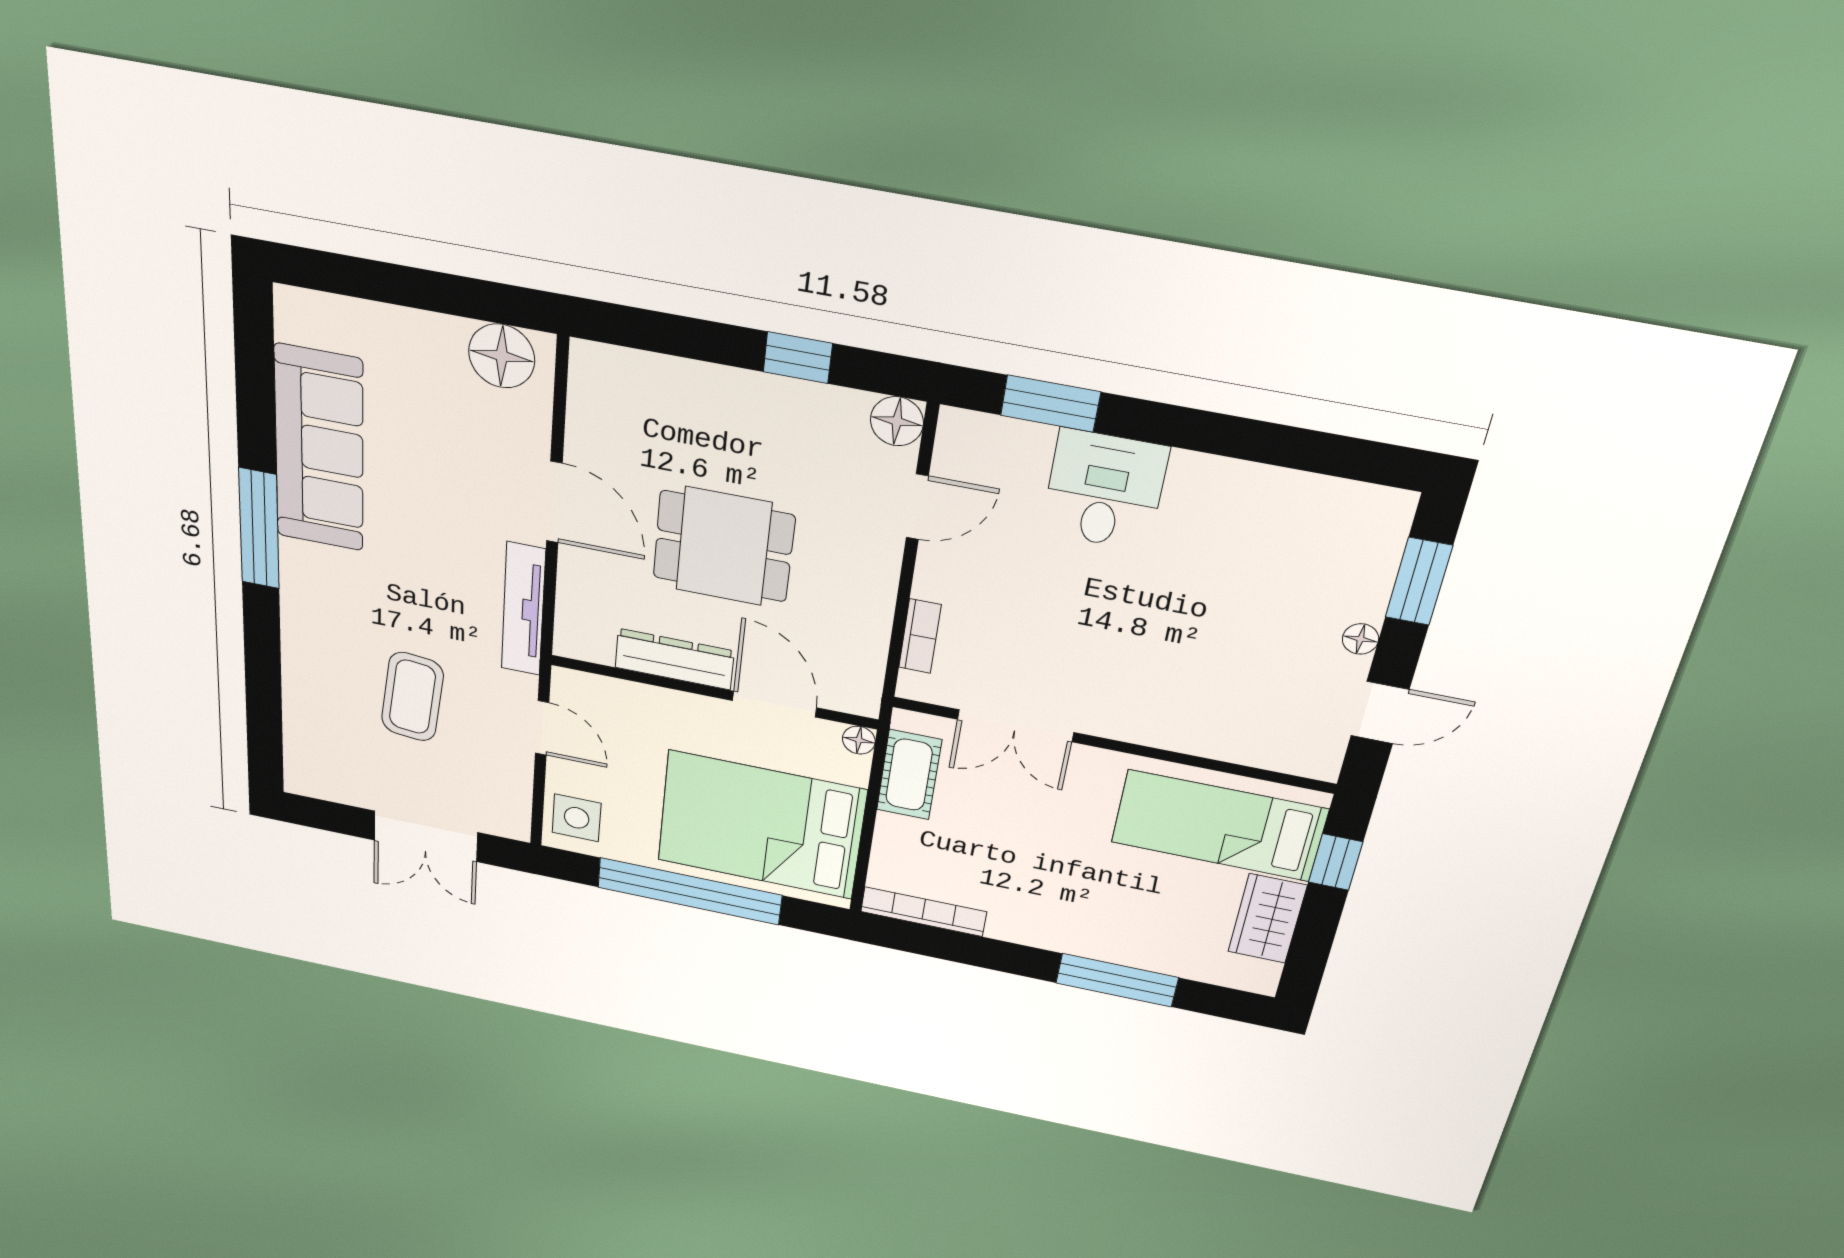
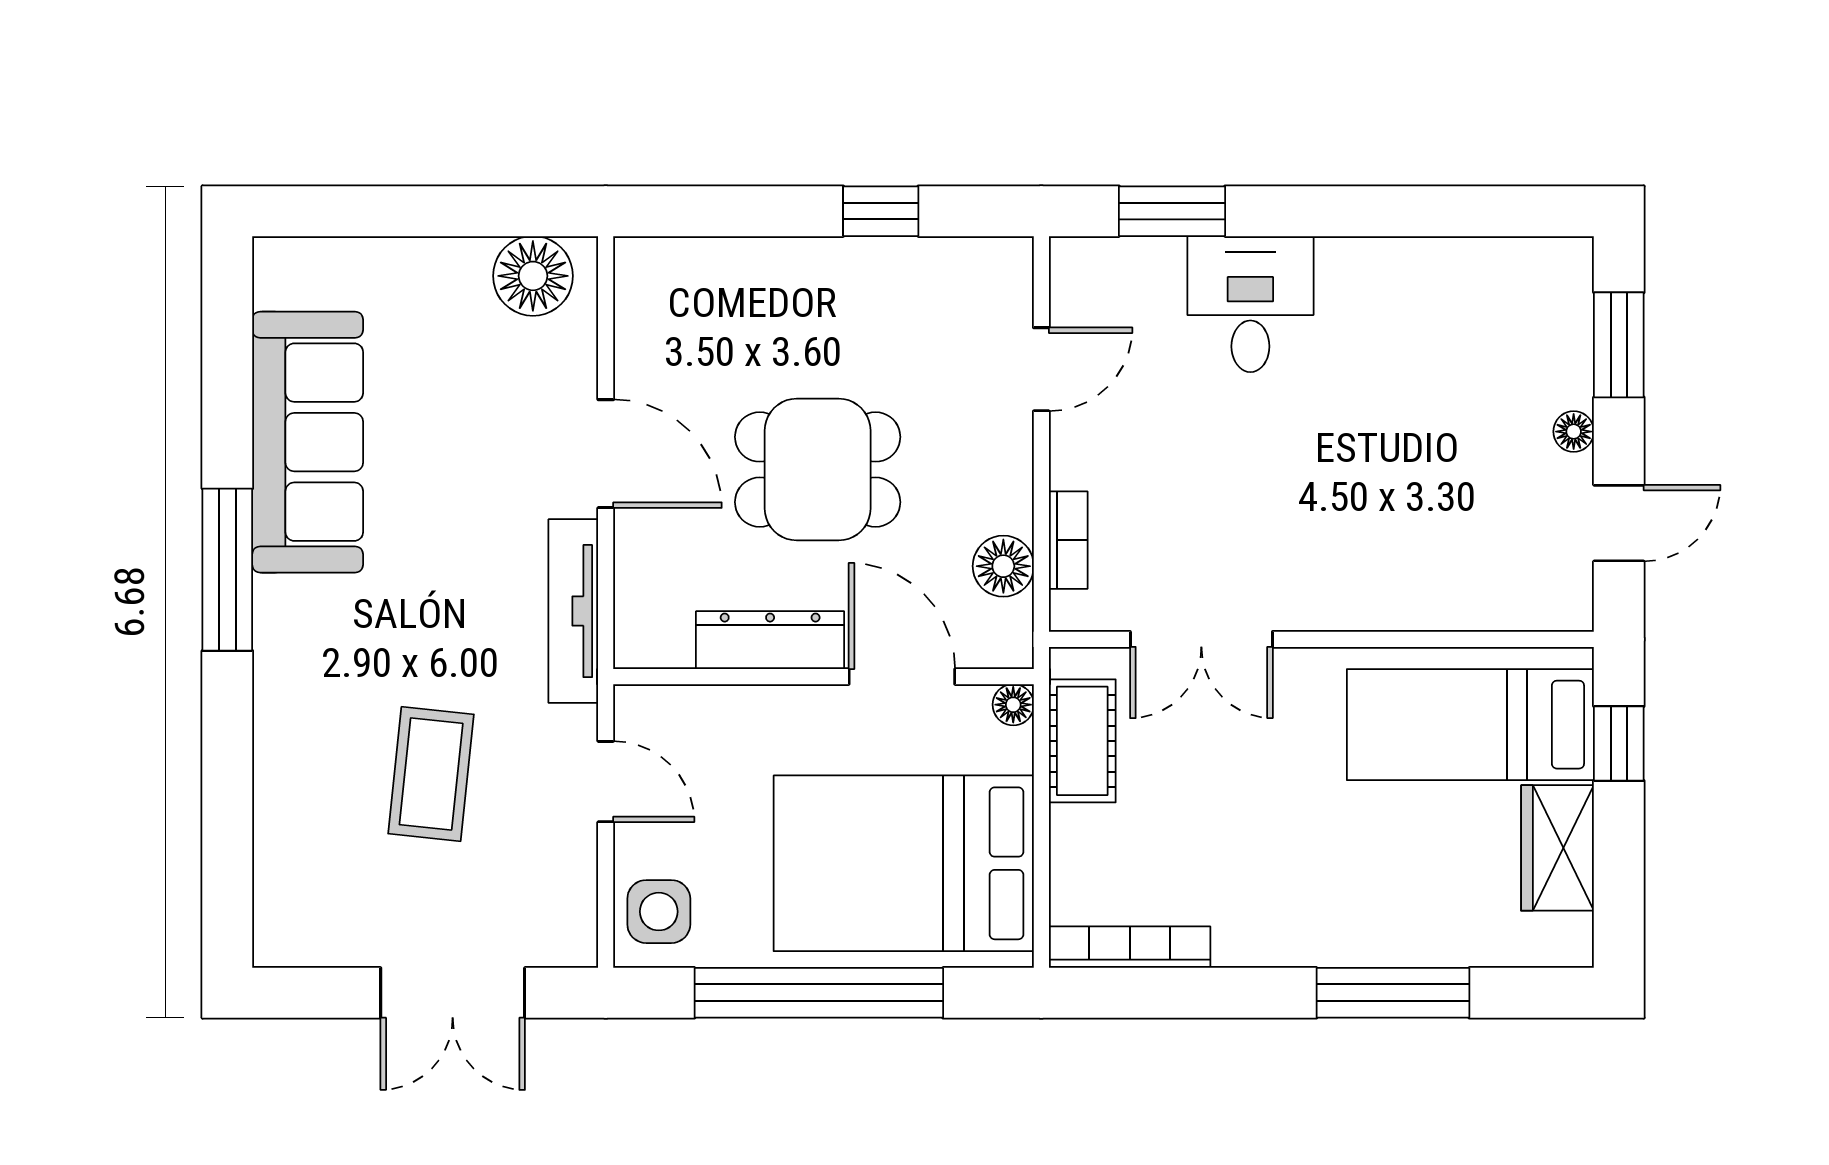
floor lamp: (897, 421) -> (1003, 566), moved

